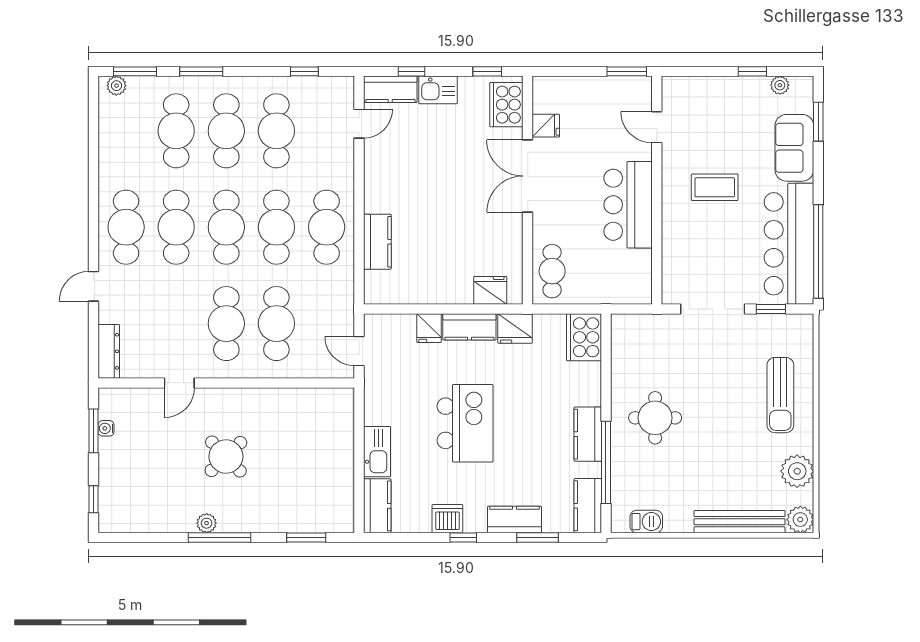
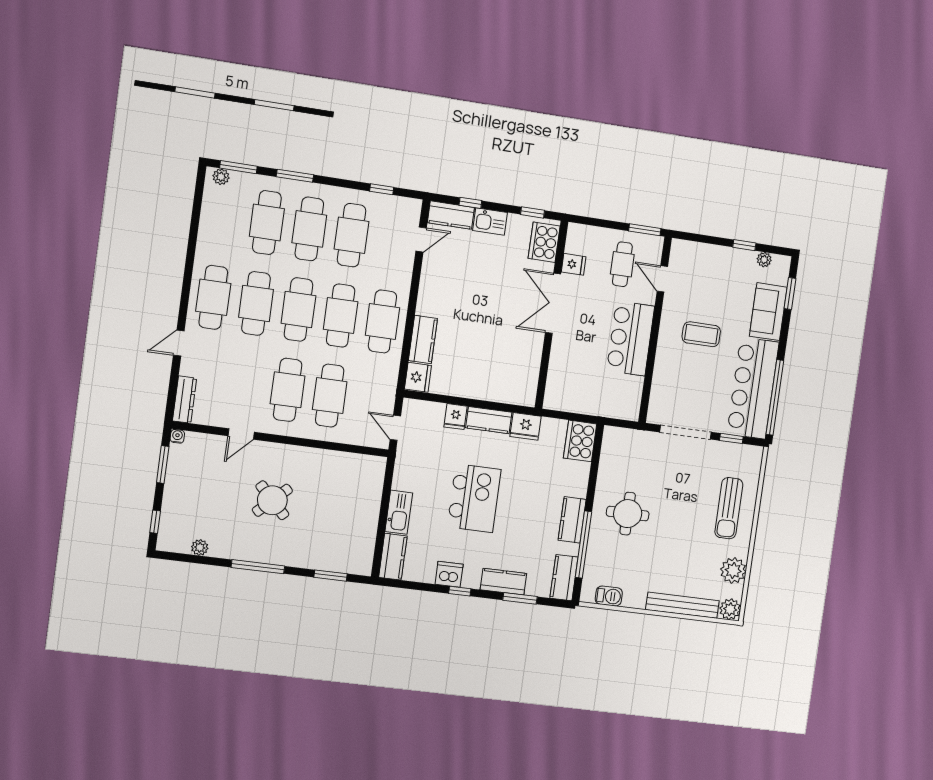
cafe table: (552, 271) -> (622, 264), moved
fridge: (490, 290) -> (418, 377), moved, turned 90
water cooler: (106, 428) -> (177, 436), moved, turned 90
plant: (207, 523) -> (200, 547), moved

